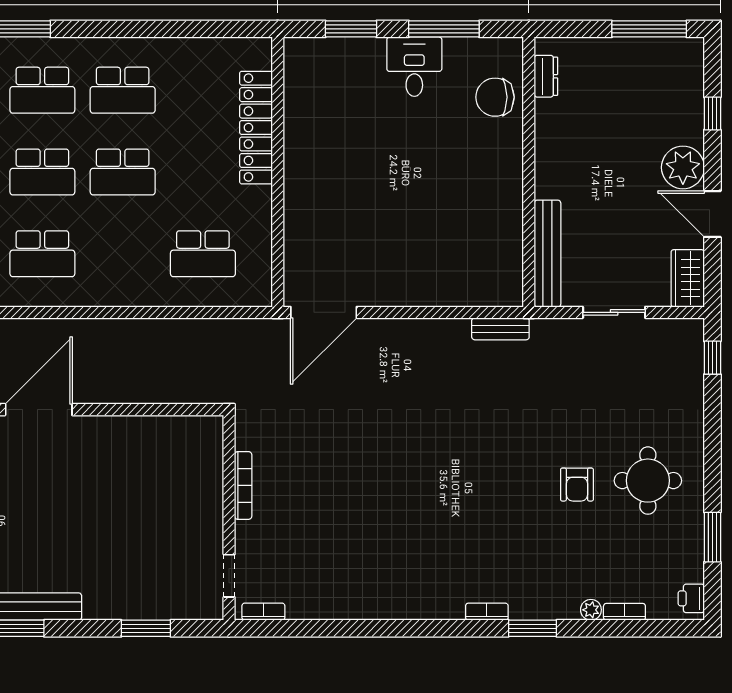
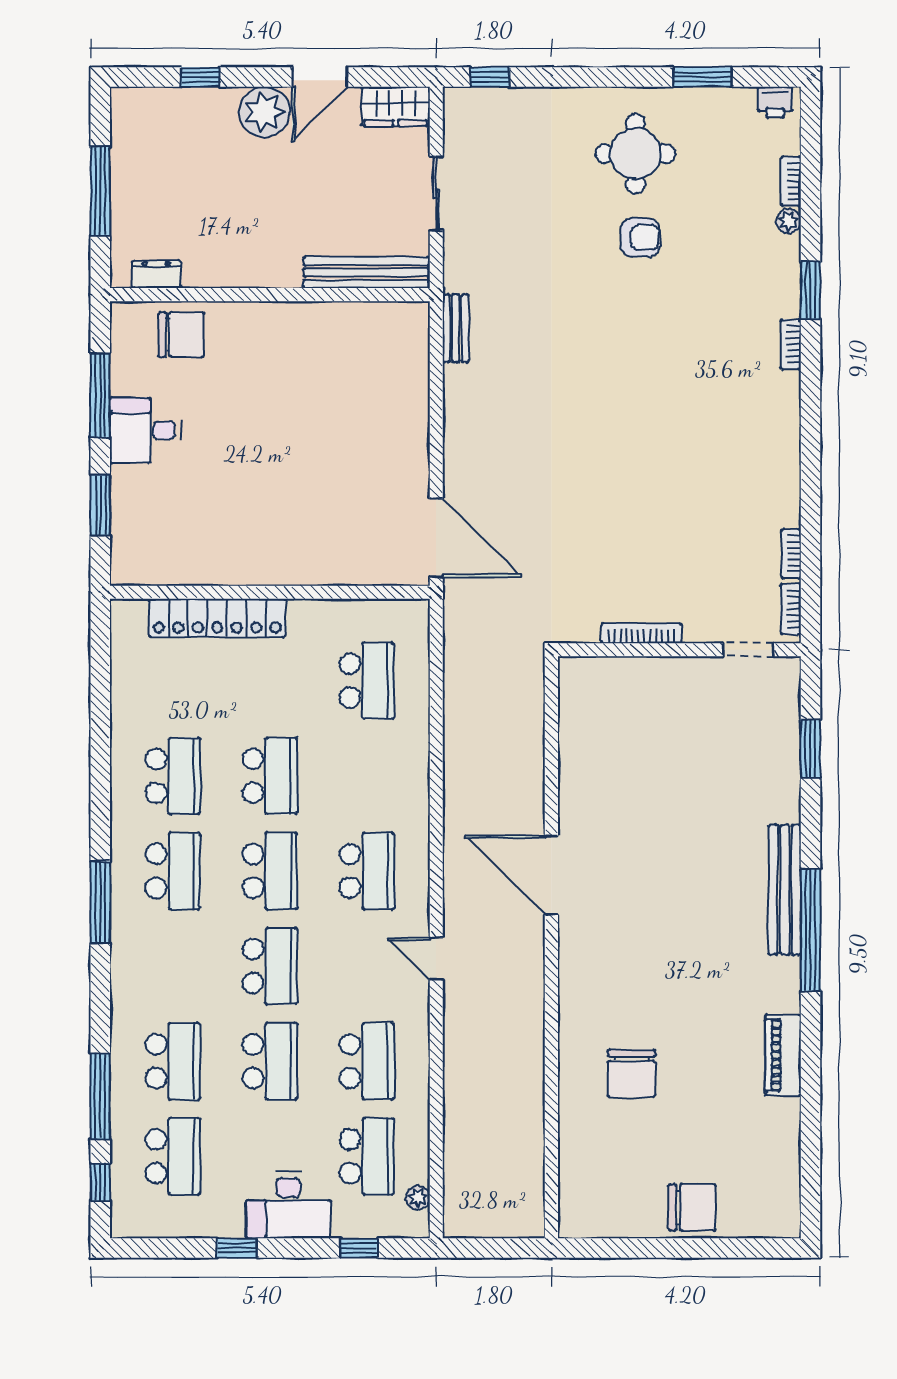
window: (649, 29) -> (100, 191), moved
chair: (495, 97) -> (181, 335), turned -90
bookcase: (310, 612) -> (791, 554), added

